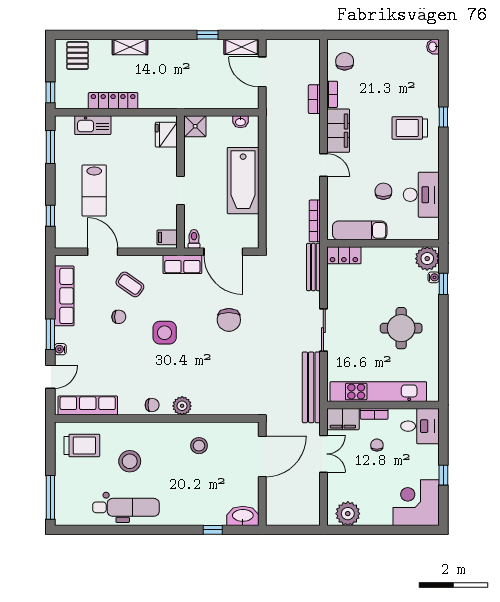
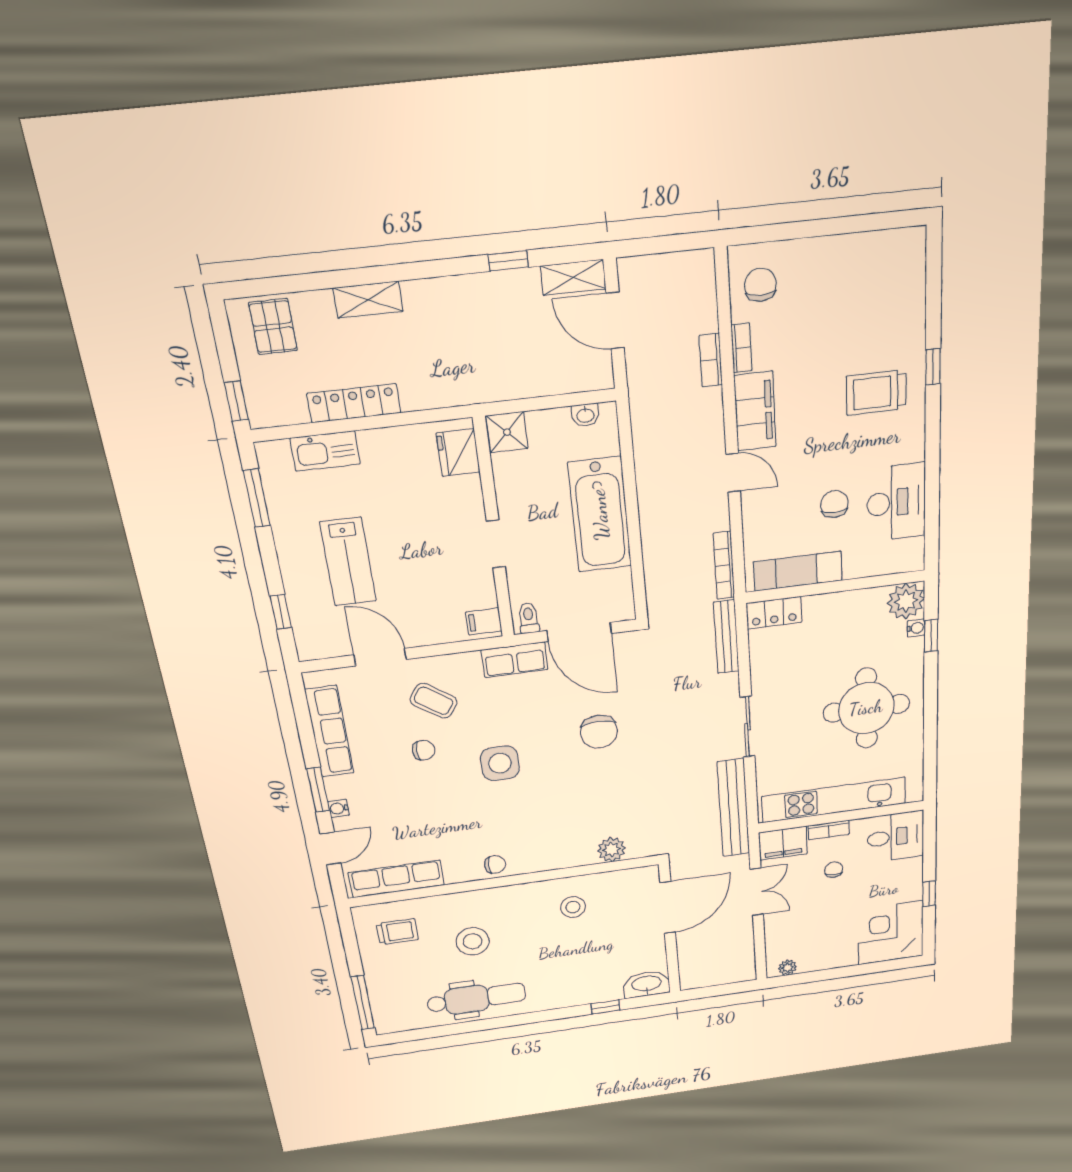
washbasin: (433, 47) -> (916, 240), removed
round table: (401, 328) -> (866, 708), width x1.36, depth x1.36
plant: (182, 406) -> (611, 849), moved
trolley: (82, 445) -> (397, 932), width x0.73, depth x0.72
plant: (348, 514) -> (787, 968), width x0.53, depth x0.53

